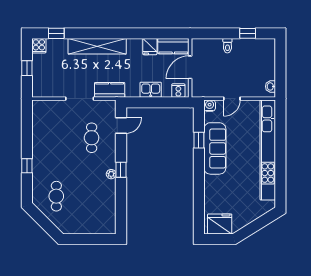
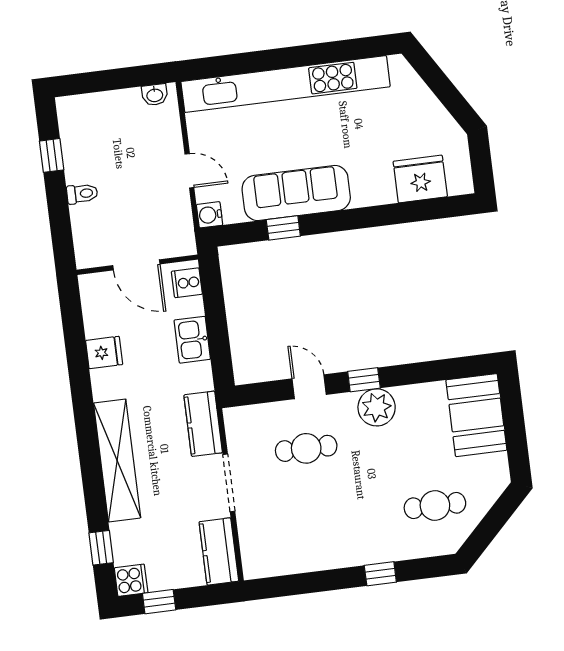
kitchen counter: (173, 46) -> (219, 551), moved, turned 180
window: (27, 68) -> (159, 602), moved
door: (121, 125) -> (309, 387), moved
plant: (111, 174) -> (377, 407), width x1.87, depth x1.87
booth: (97, 222) -> (476, 415), added
fridge: (220, 224) -> (420, 179), moved, turned 90

